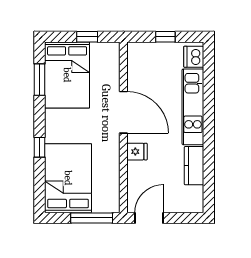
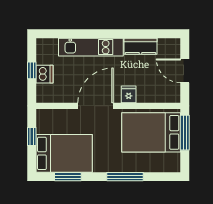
dishwasher: (194, 57) -> (44, 74), moved, turned -90
window: (40, 147) -> (125, 177), width x2.17
bed: (68, 178) -> (151, 132), moved
door: (149, 218) -> (185, 71), moved

